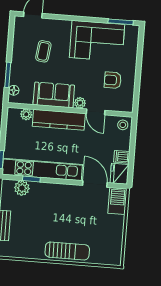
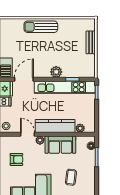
door: (95, 184) -> (24, 79), swing flipped
plant: (22, 188) -> (56, 72), moved

